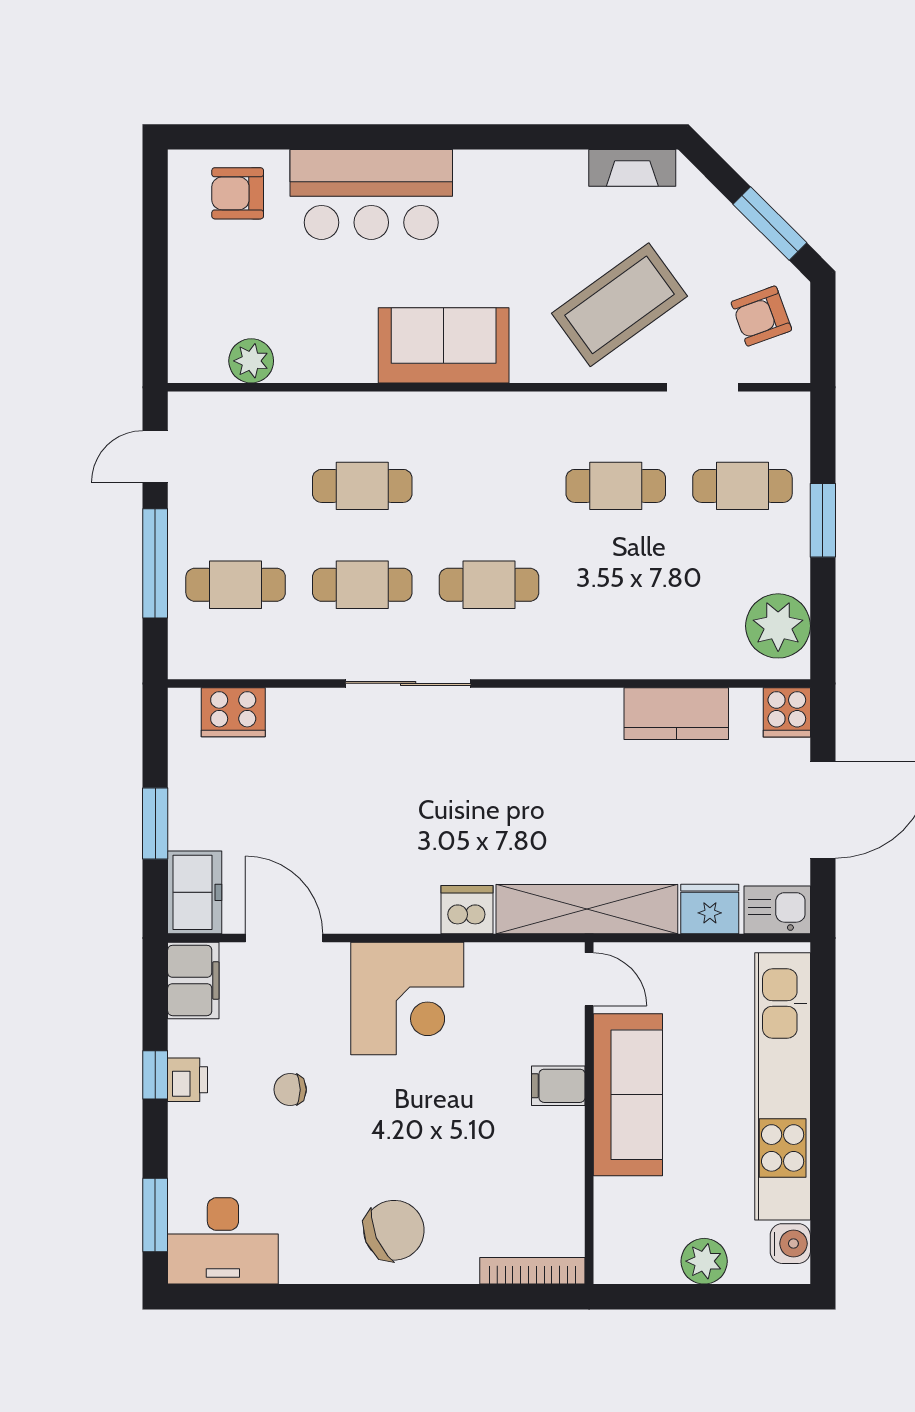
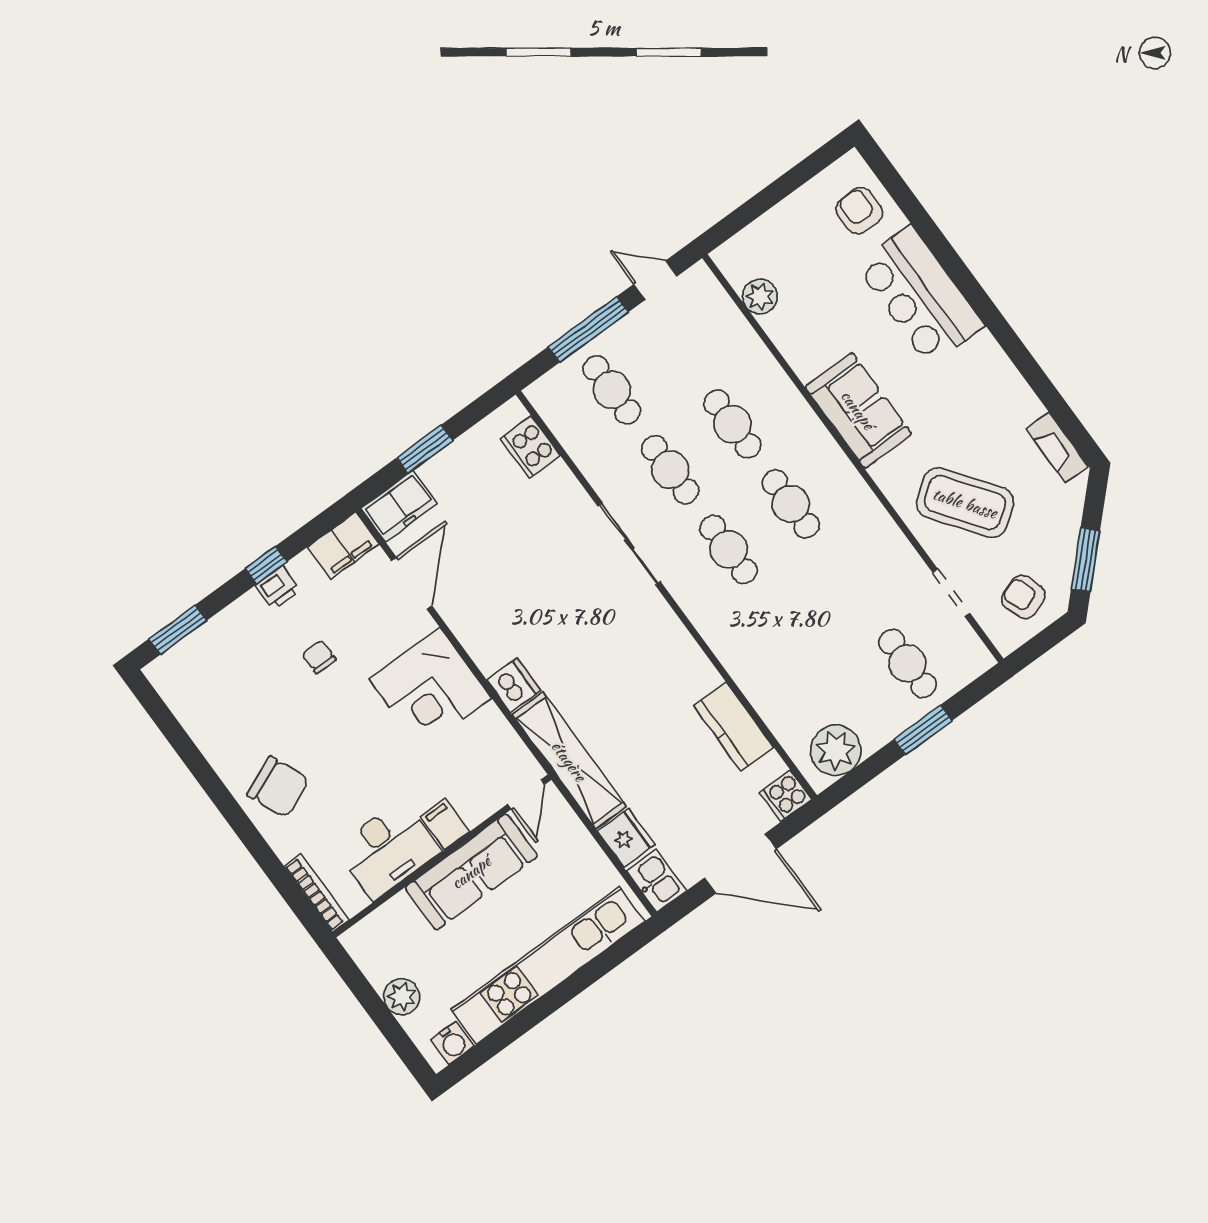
cafe table: (616, 486) -> (791, 504), moved
desk: (223, 1241) -> (388, 850), moved, turned -90

